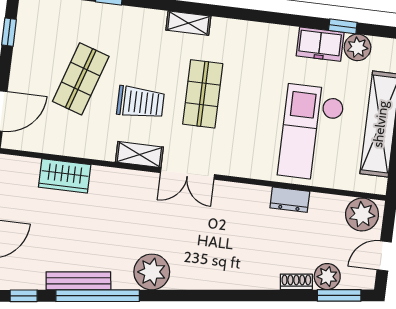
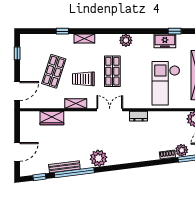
shelving: (188, 23) -> (84, 39), moved
plant: (357, 47) -> (126, 40), moved
trolley: (140, 102) -> (83, 79), turned 180
shelving: (139, 155) -> (76, 104), moved
double door: (187, 174) -> (110, 110), swing flipped
dresser: (290, 200) -> (138, 116), moved

